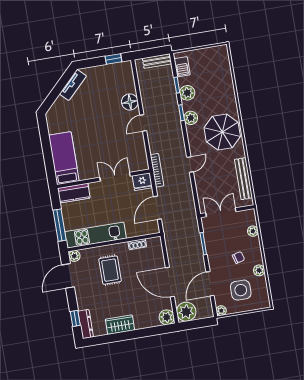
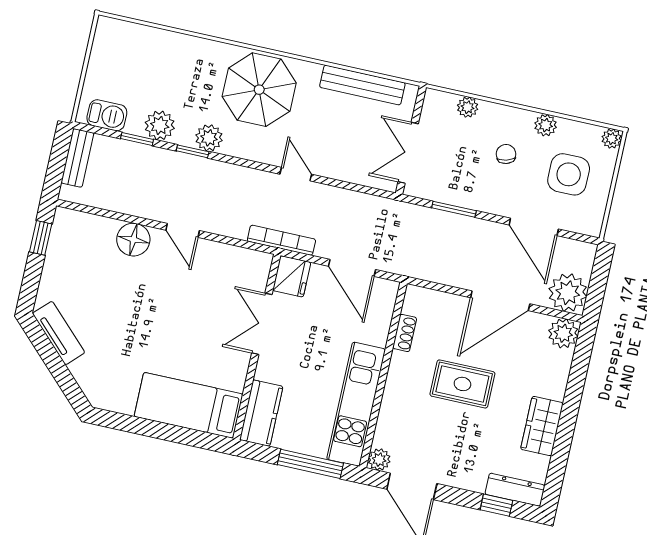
rug: (110, 270) -> (462, 384), moved
plant: (221, 311) -> (612, 139), moved

